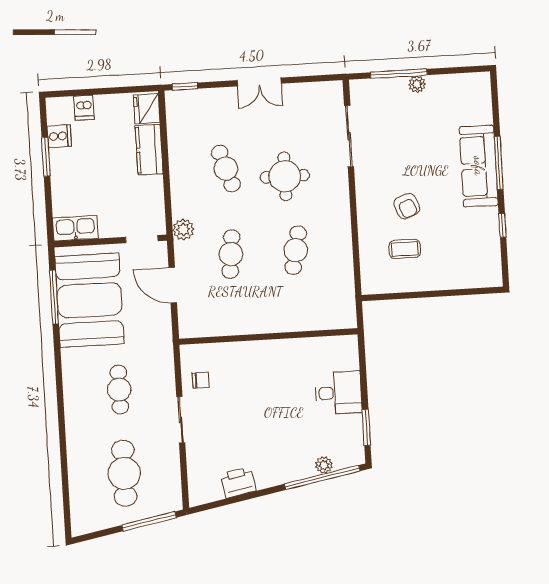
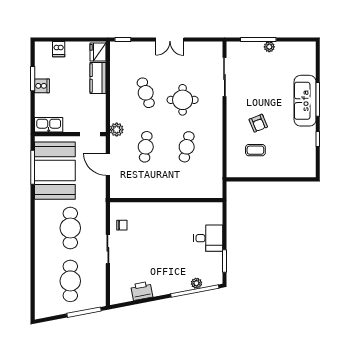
cooker: (59, 136) -> (42, 86), moved
cafe table: (119, 390) -> (70, 228), width x1.37, depth x1.35

